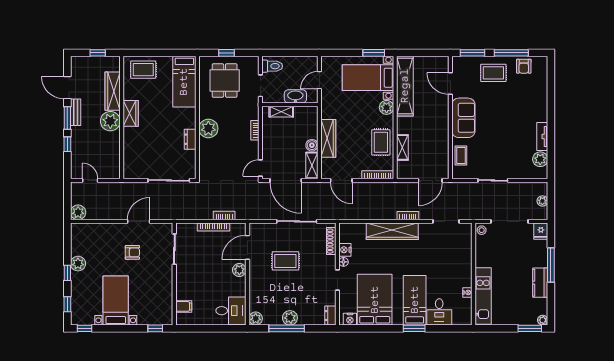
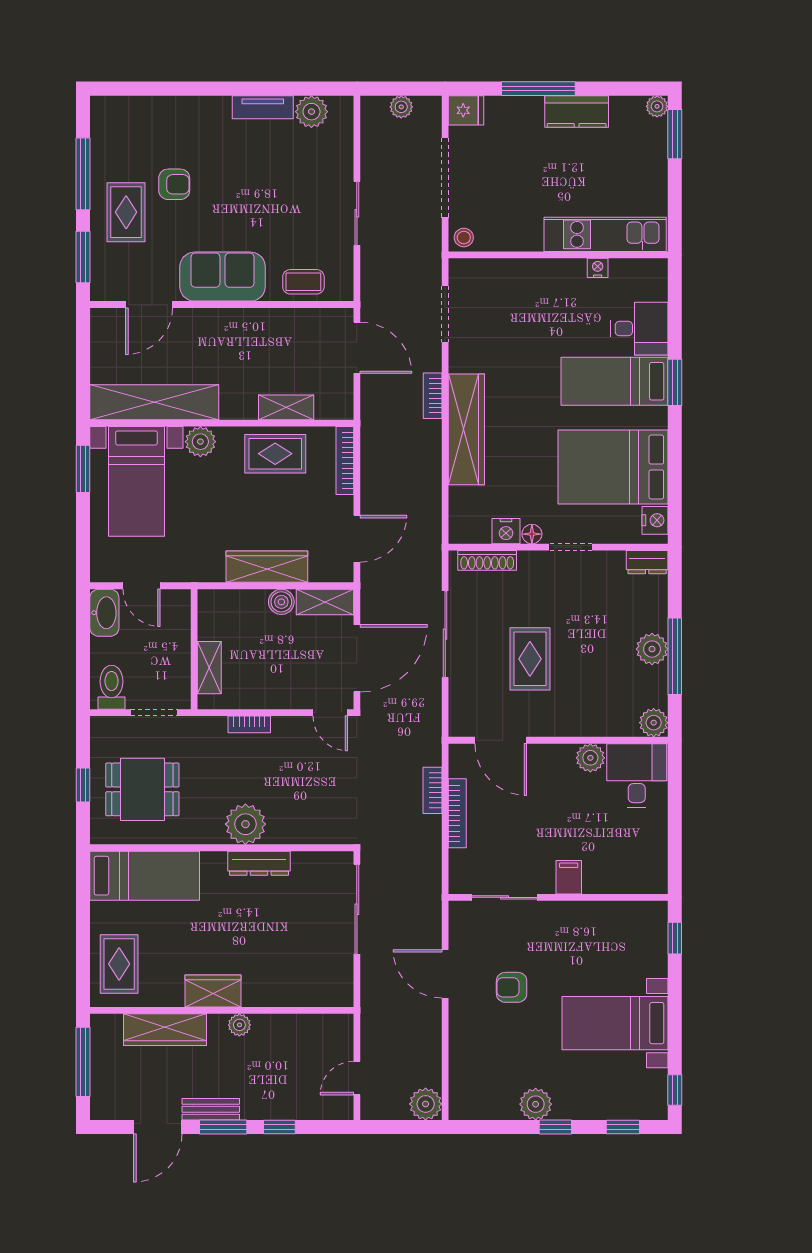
window: (98, 53) -> (83, 1062), width x2.17
armchair: (524, 66) -> (174, 184), moved
washbasin: (295, 96) -> (104, 613), moved, turned 180
plant: (110, 121) -> (239, 1025), width x0.53, depth x0.53
dresser: (190, 139) -> (259, 863), width x1.44
armchair: (132, 252) -> (512, 987), turned -90
plant: (239, 270) -> (590, 758), moved
filing cabinet: (184, 306) -> (569, 877), moved

